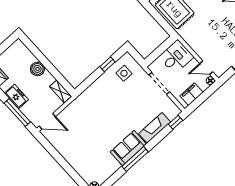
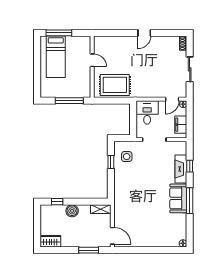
window: (34, 49) -> (57, 202), added
freezer: (17, 96) -> (78, 241), removed
window: (17, 113) -> (89, 250), width x0.69
door: (47, 121) -> (112, 236), hinge flipped
window: (175, 122) -> (190, 166), moved

